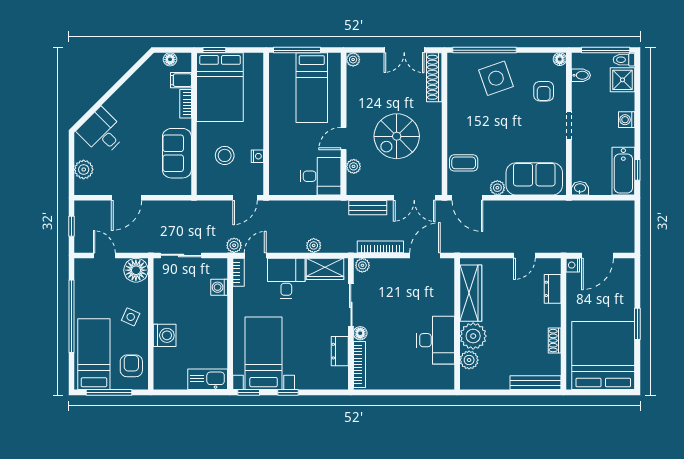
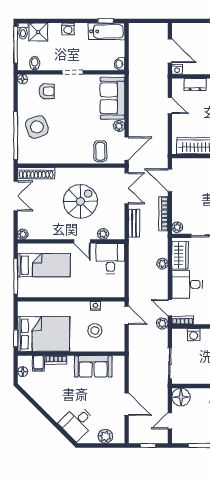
spiral stairs: (397, 136) -> (80, 201), turned -90

